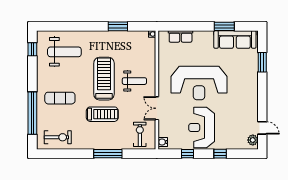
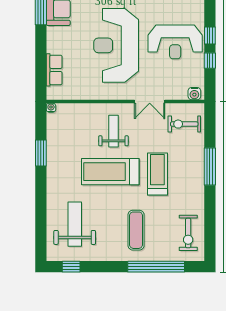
reception desk: (199, 83) -> (116, 45), turned 180
exercise bike: (58, 137) -> (188, 233), turned 180
window: (220, 154) -> (210, 35), moved

